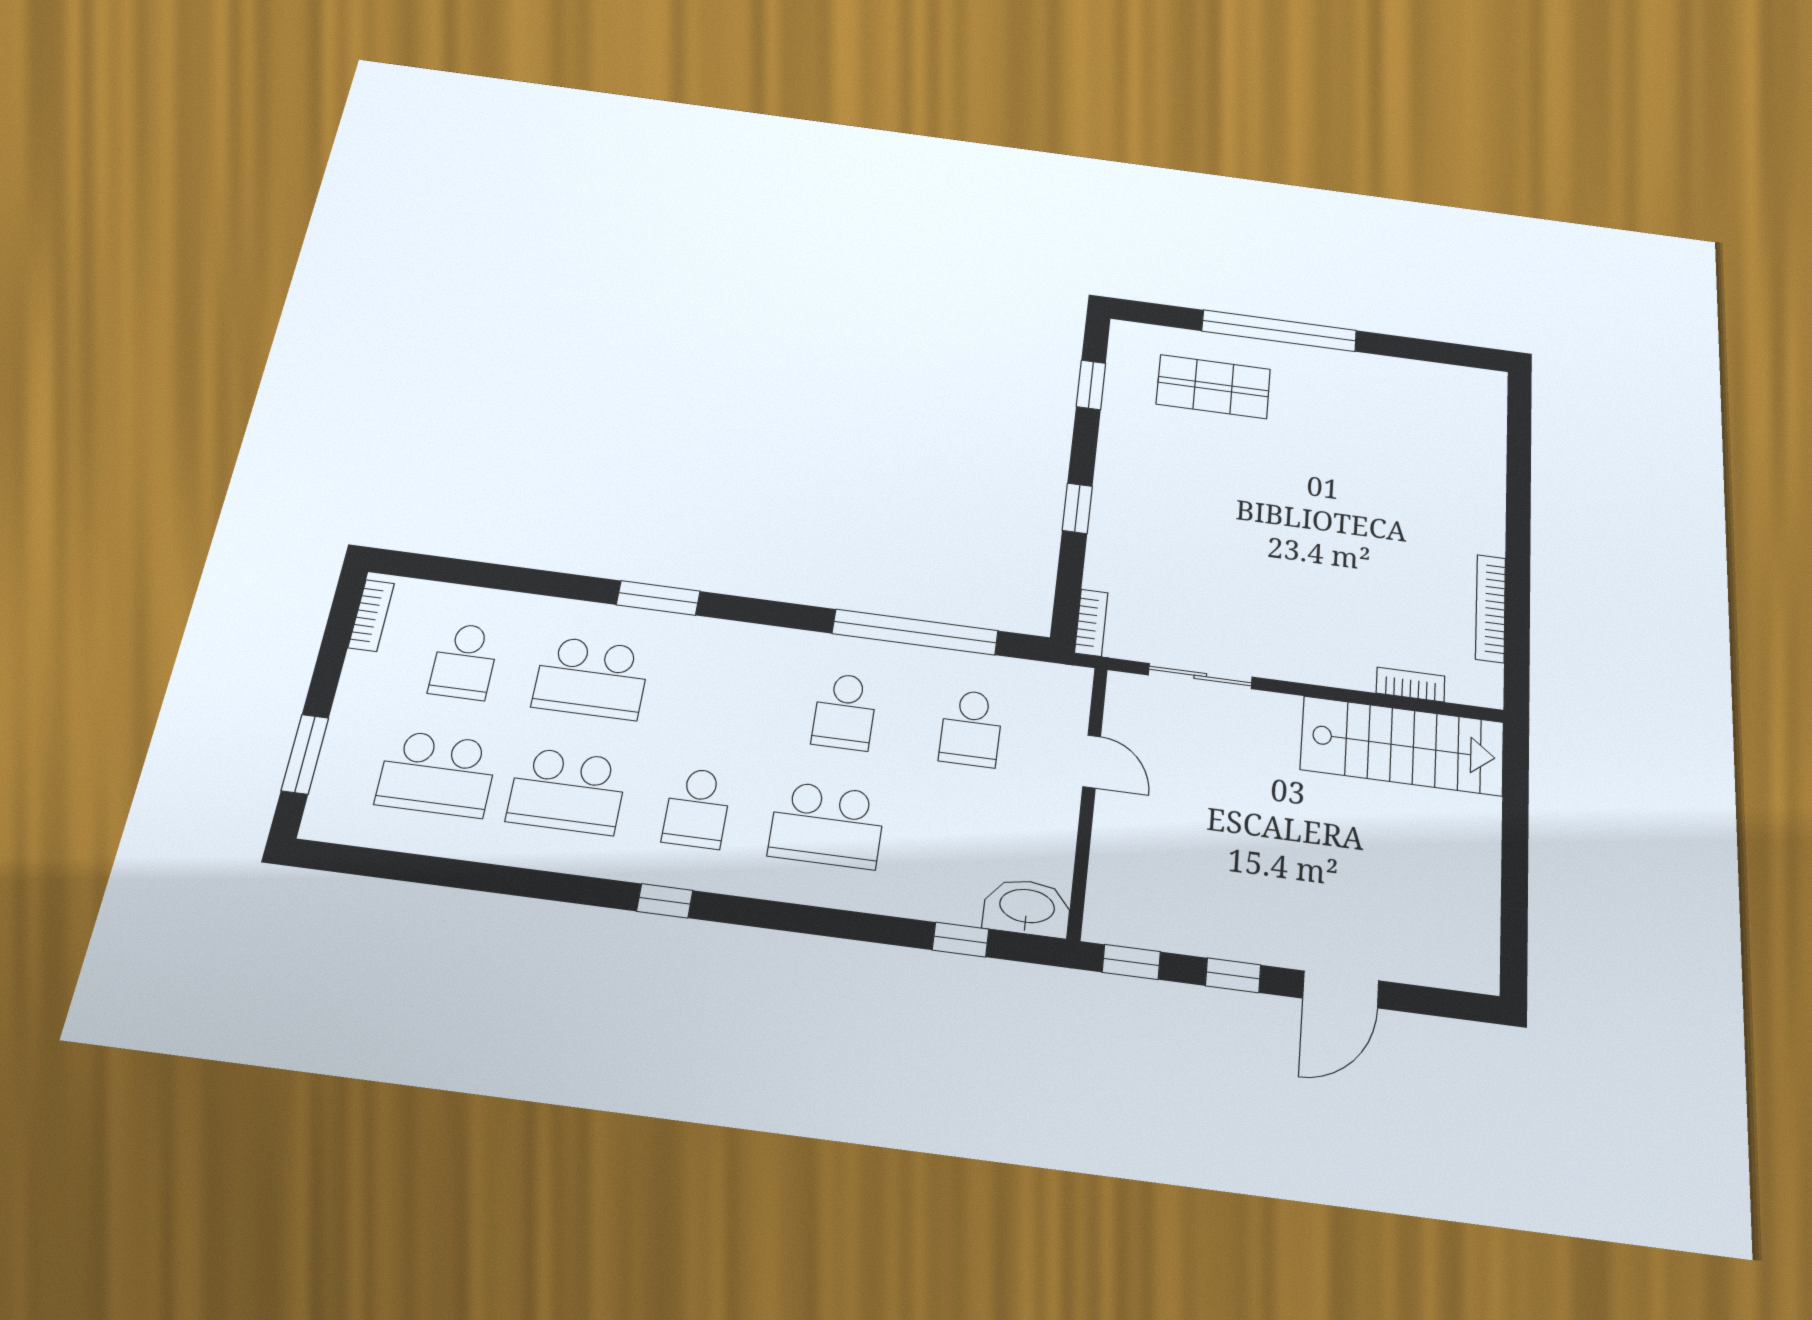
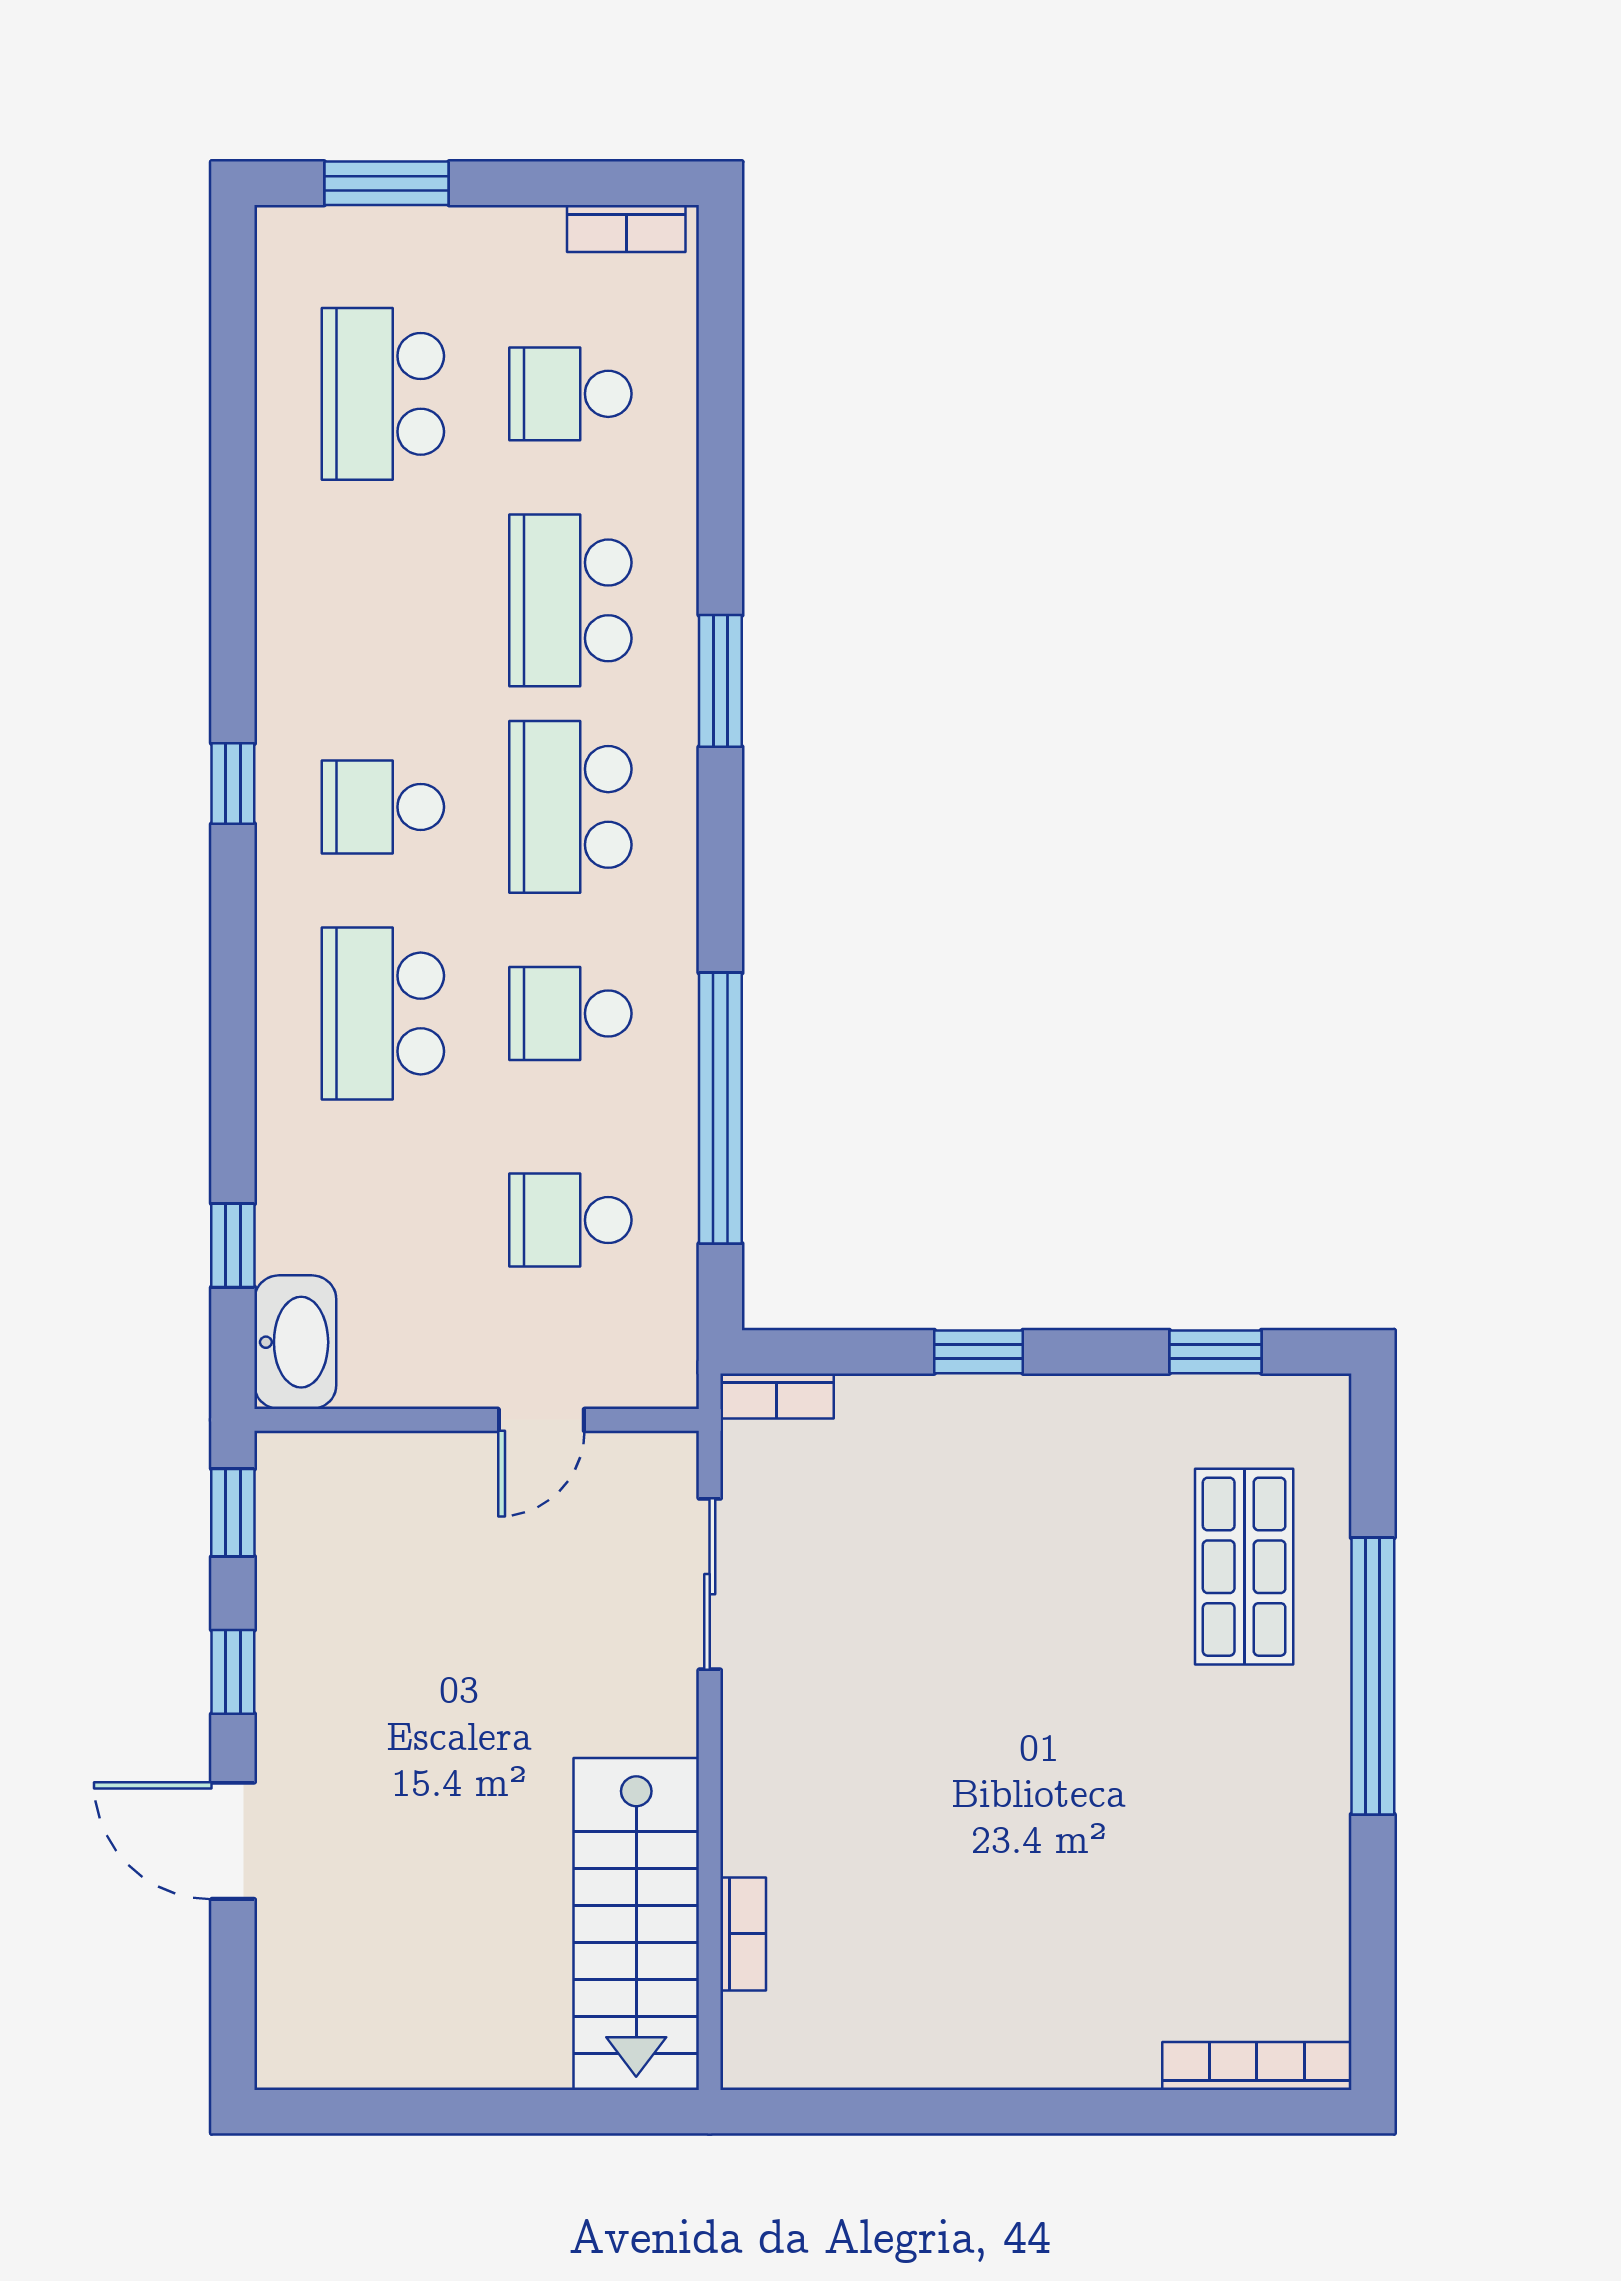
bookcase: (1491, 608) -> (1257, 2066), moved
school desk: (567, 791) -> (570, 807), moved

